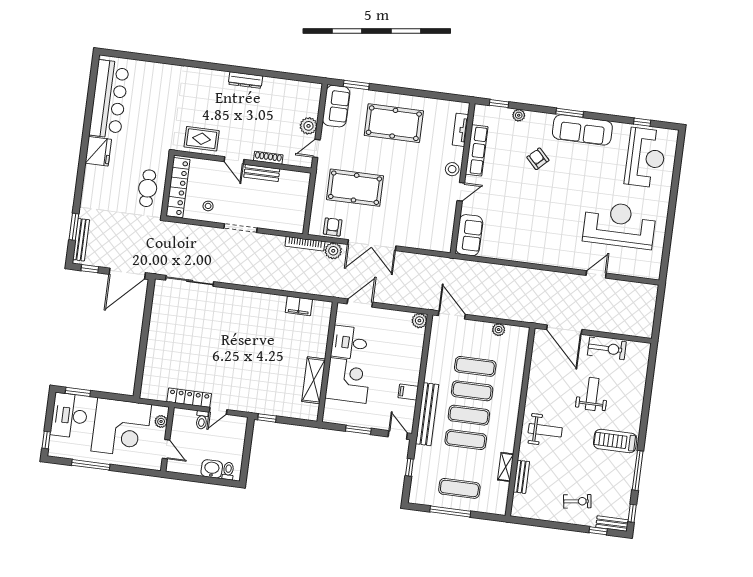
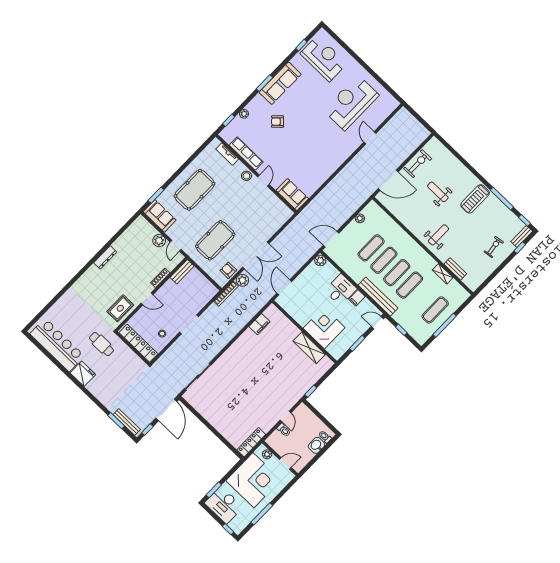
bench: (262, 173) -> (182, 272), moved
cafe table: (148, 188) -> (101, 344), moved
desk: (349, 343) -> (341, 290), moved, turned 180
locker: (189, 398) -> (251, 442), moved

